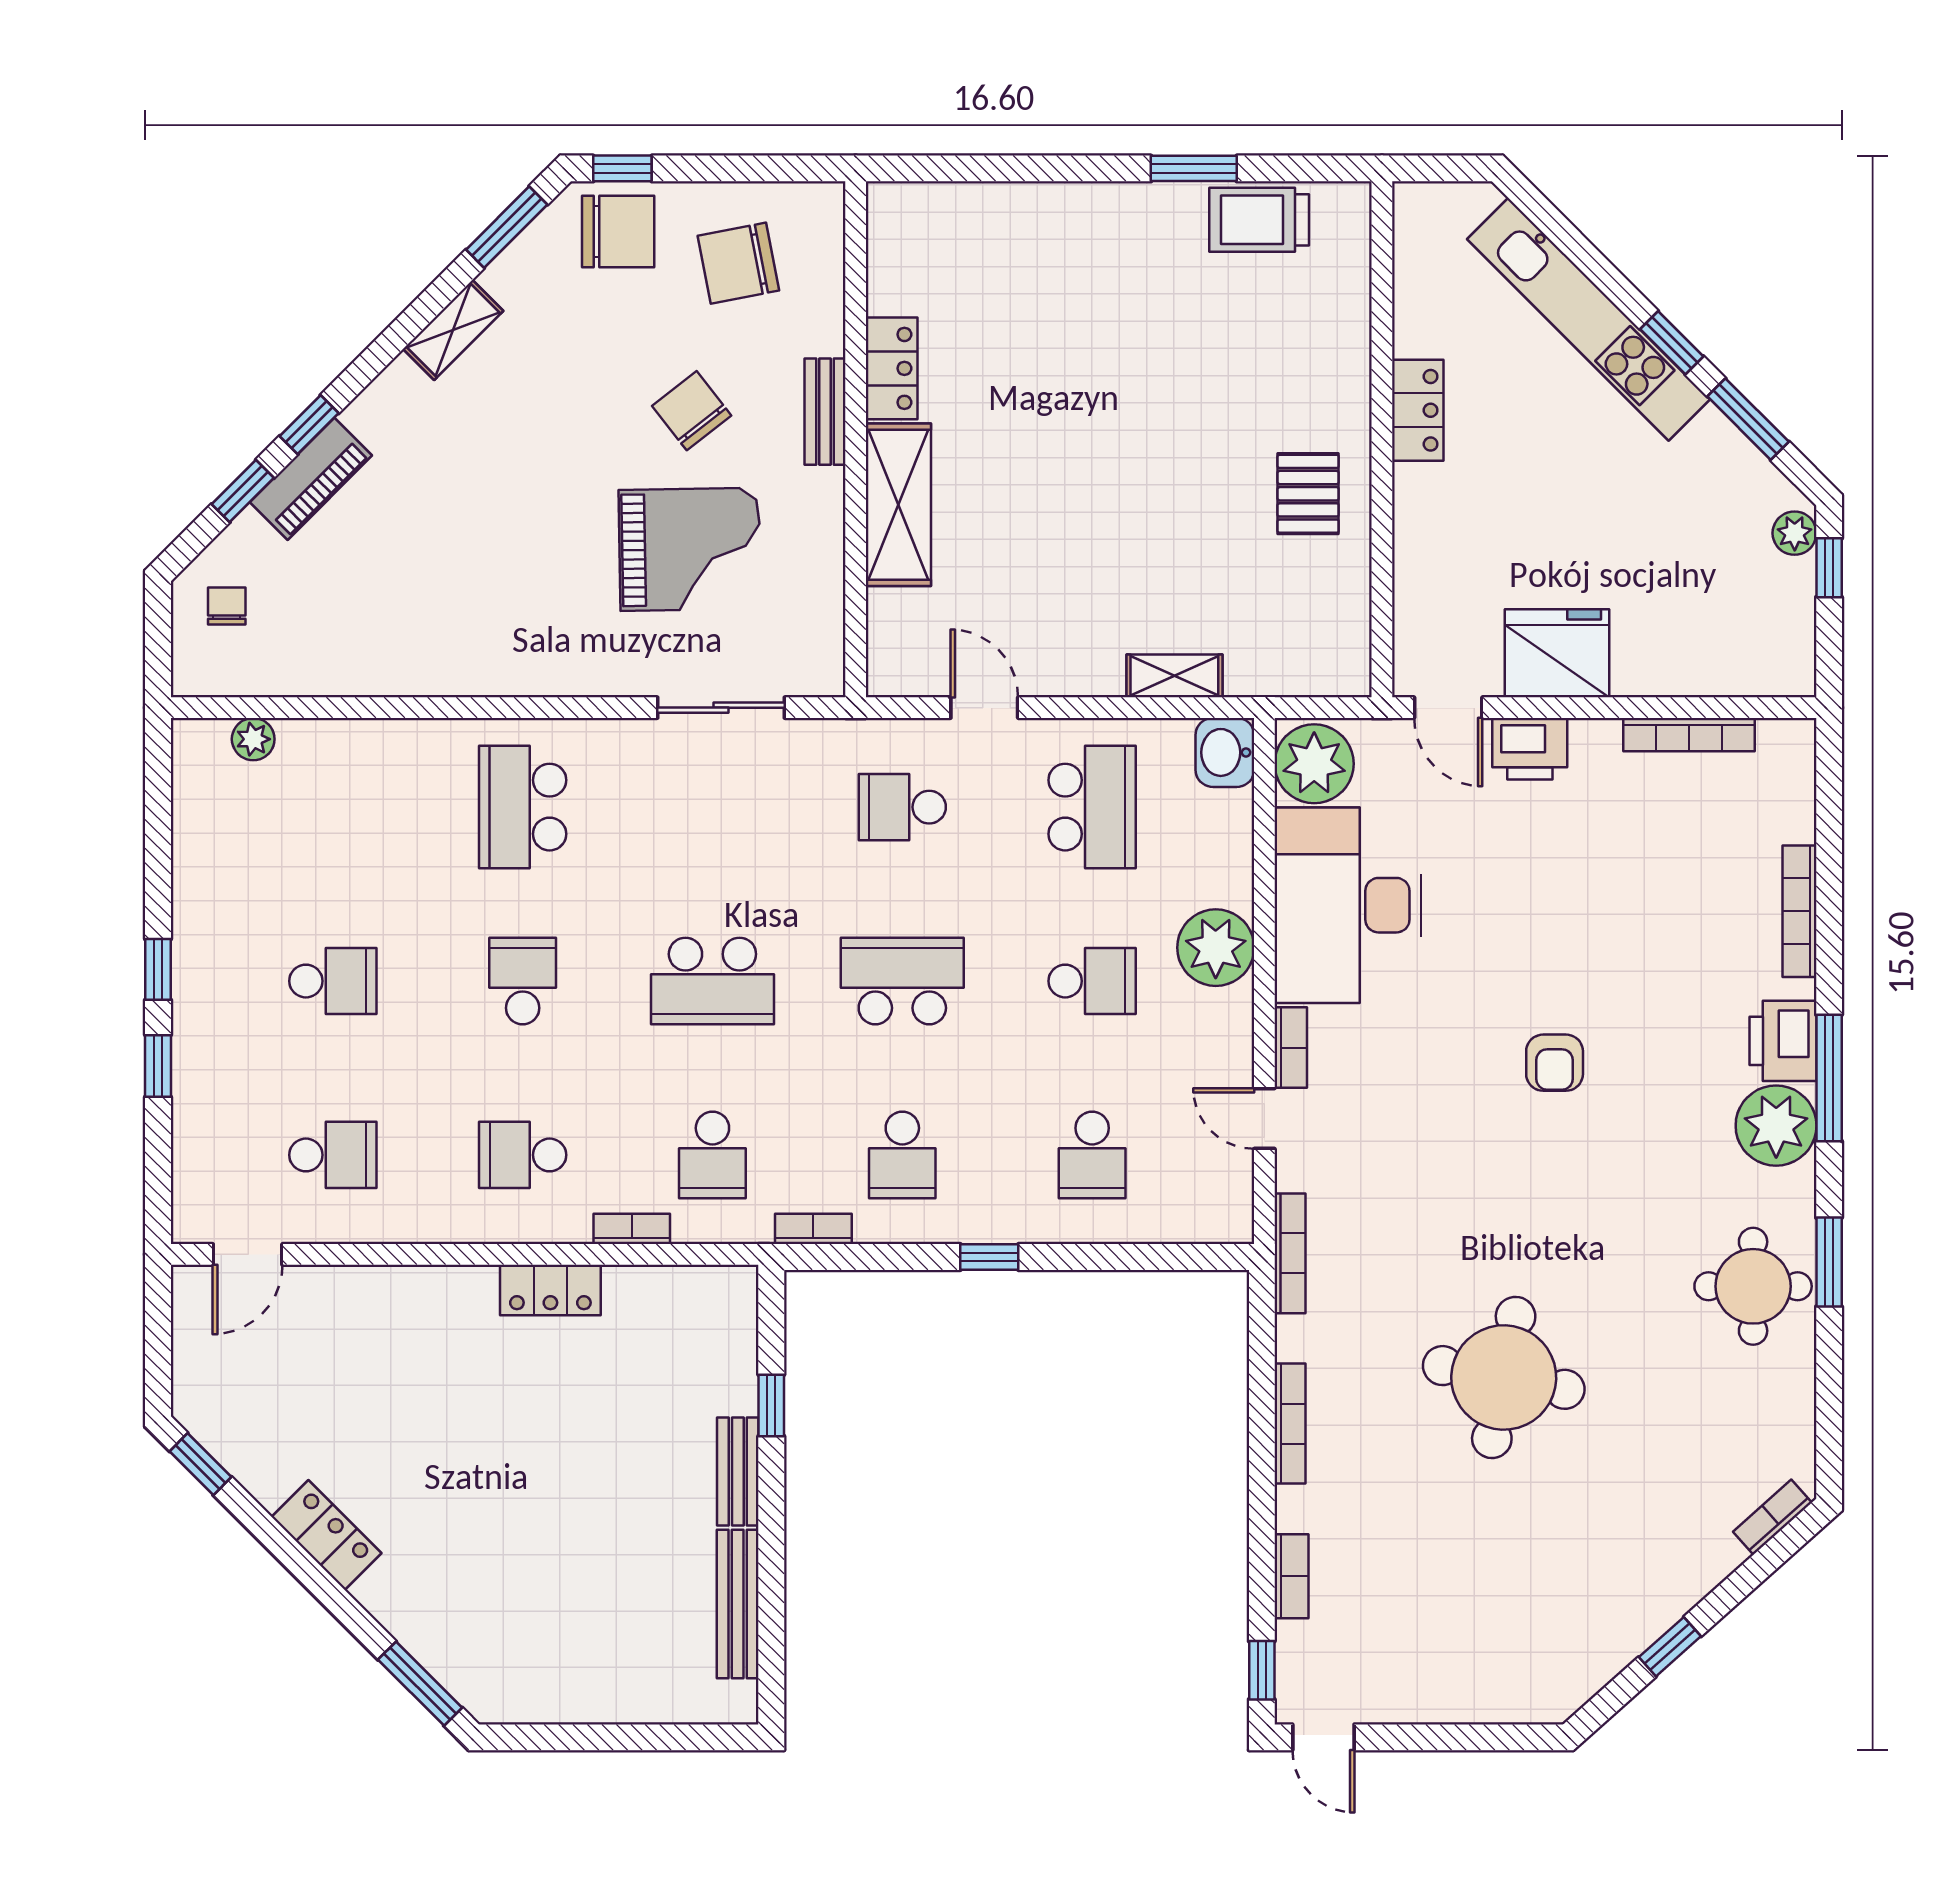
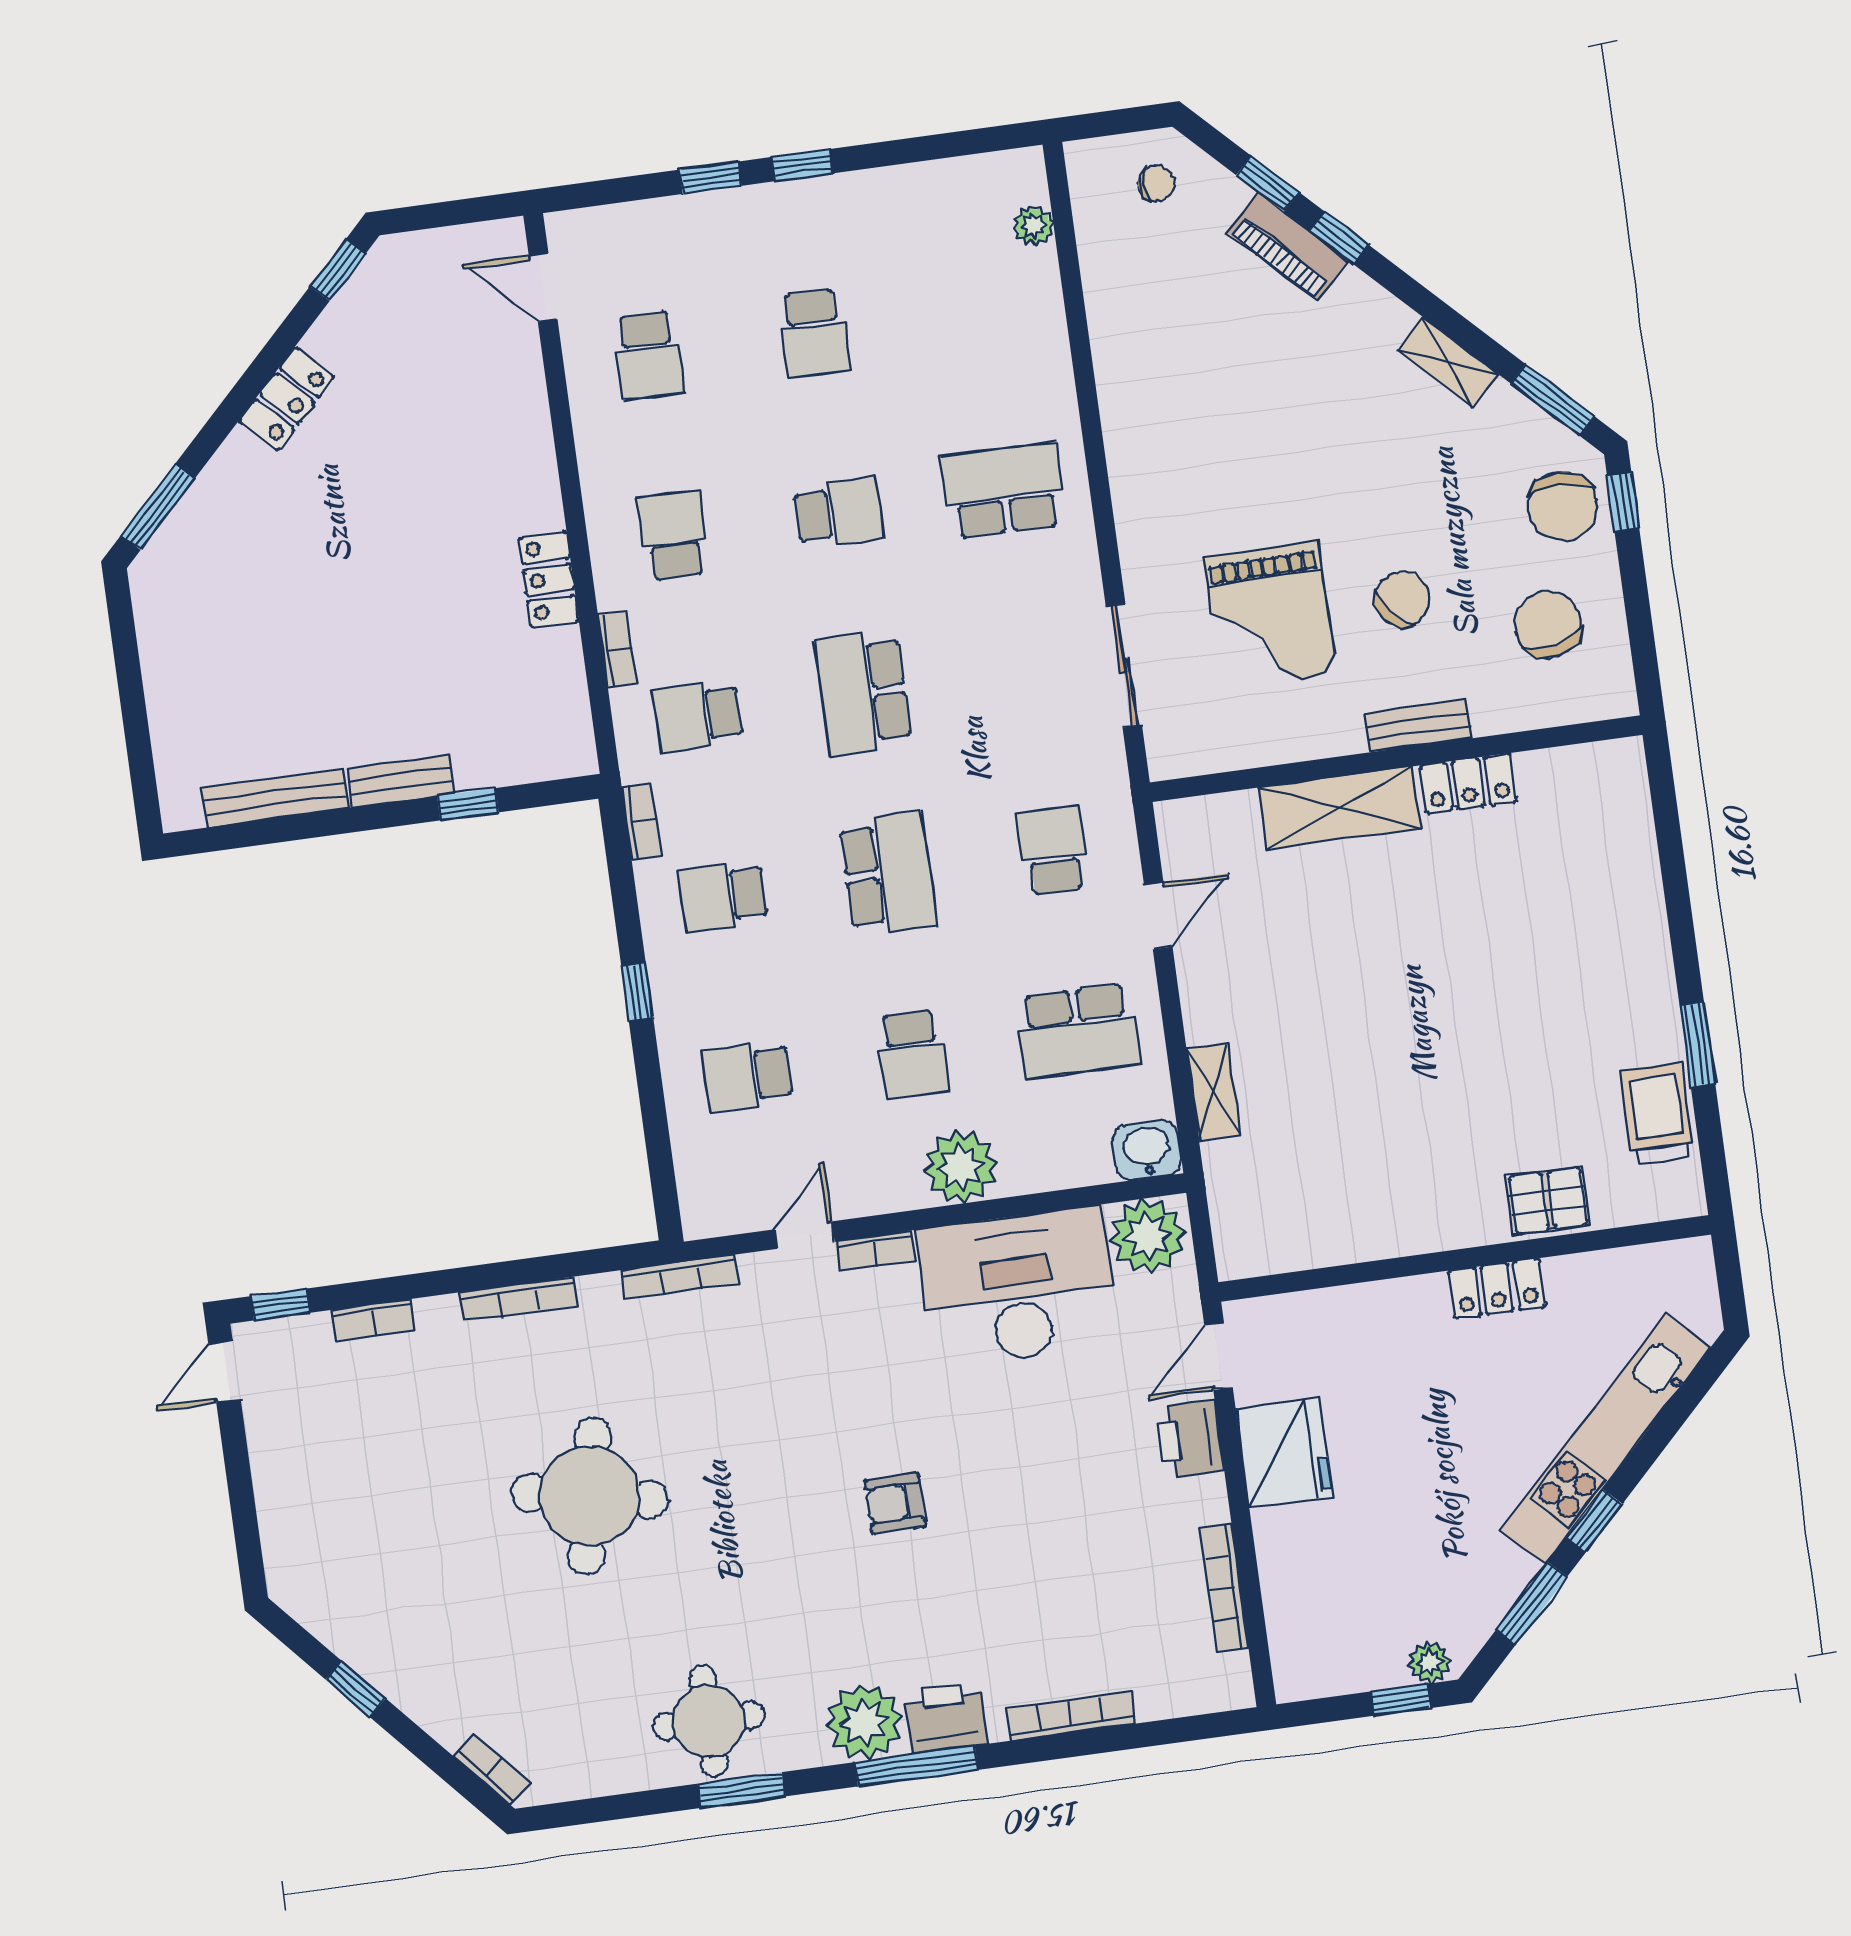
pallet: (1308, 494) -> (1548, 1201), moved

